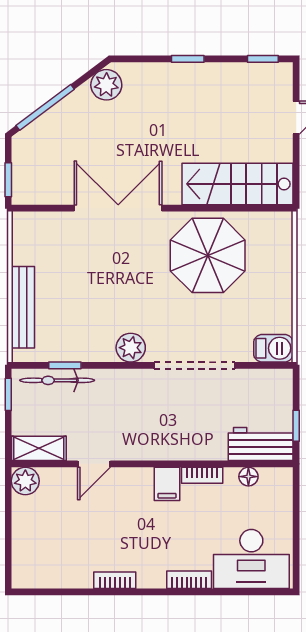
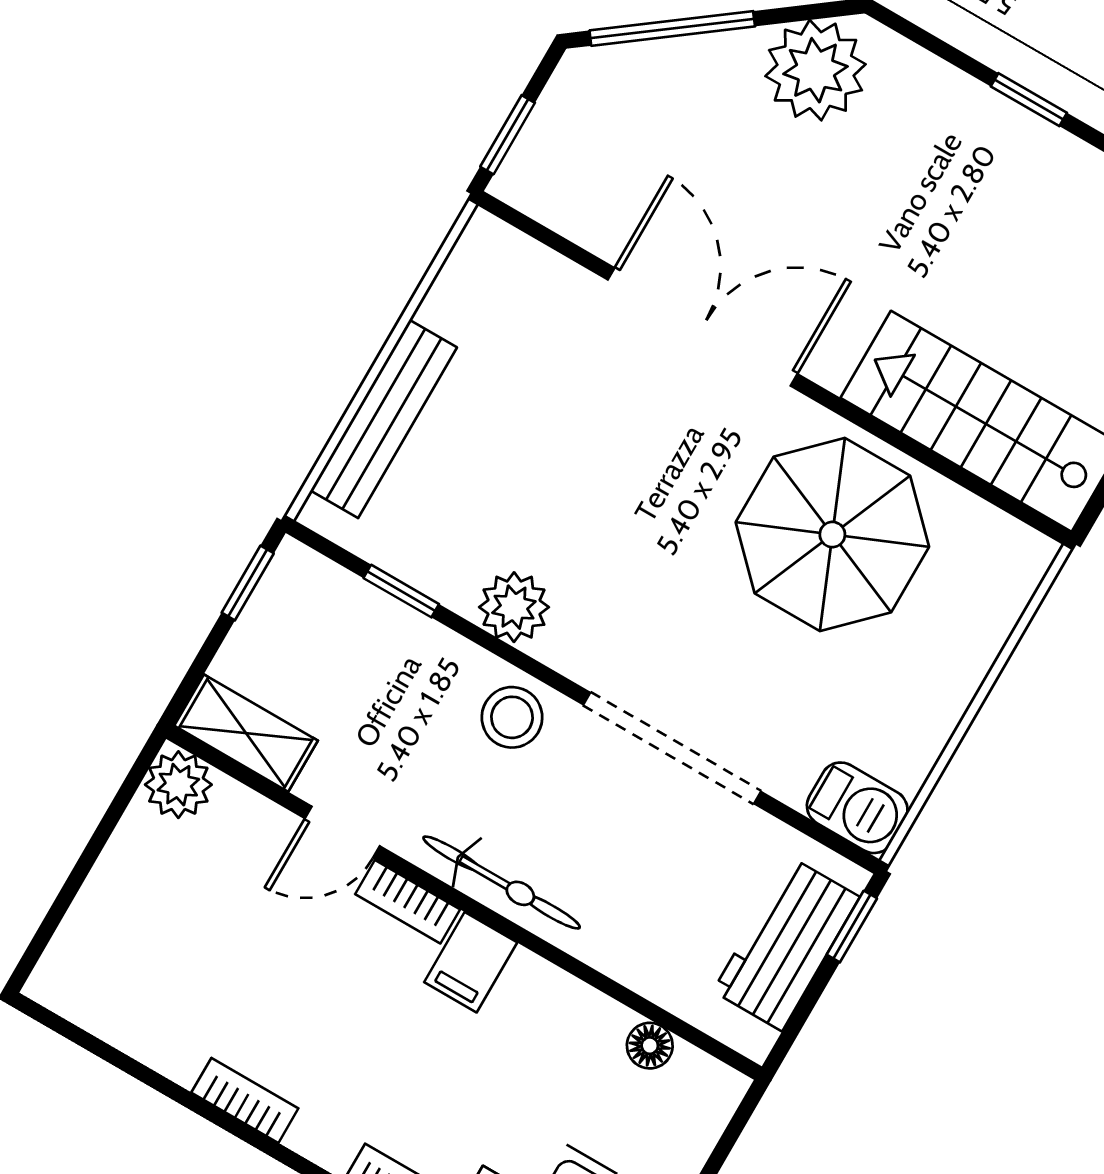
plant: (106, 85) -> (815, 70), width x1.36, depth x1.36
plant: (131, 348) -> (514, 607), moved
bicycle: (57, 380) -> (502, 883), moved, turned 180
stool: (131, 388) -> (512, 717), added
window: (296, 426) -> (852, 927), moved
workbench: (261, 444) -> (786, 944), moved, turned -90
bookcase: (202, 475) -> (408, 902), moved

